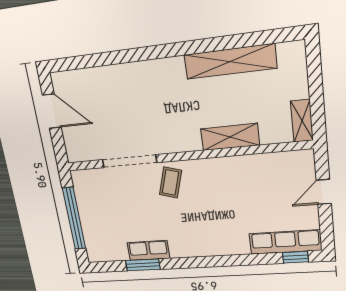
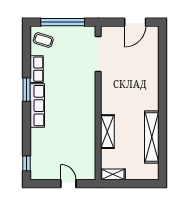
doorway: (129, 161) -> (98, 54), moved
coffee table: (171, 182) -> (43, 40), moved
row of seats: (285, 242) -> (37, 106), moved
window: (143, 265) -> (27, 90), moved

